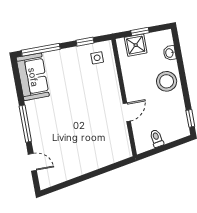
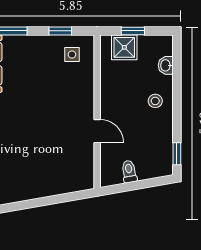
stool: (167, 81) -> (155, 101), width x0.53, depth x0.53
door: (127, 112) -> (97, 131), hinge flipped

